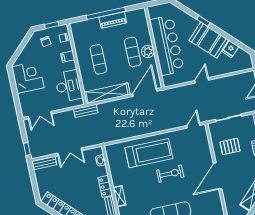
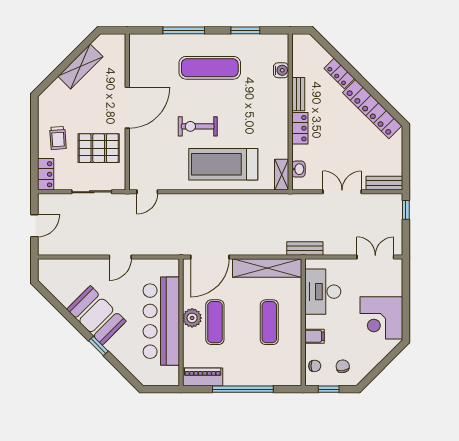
piano: (113, 20) -> (203, 377), moved
fridge: (230, 49) -> (67, 295), removed
pallet: (230, 146) -> (99, 148), width x1.50, depth x1.42
shelving: (119, 196) -> (282, 175), moved

